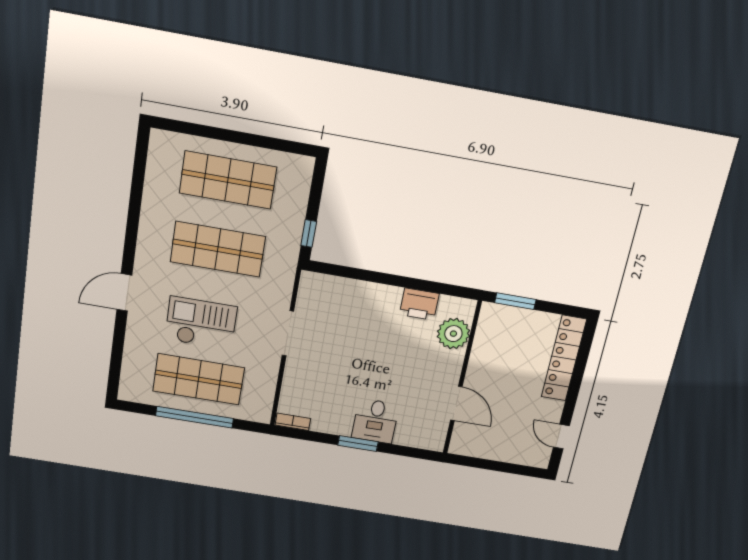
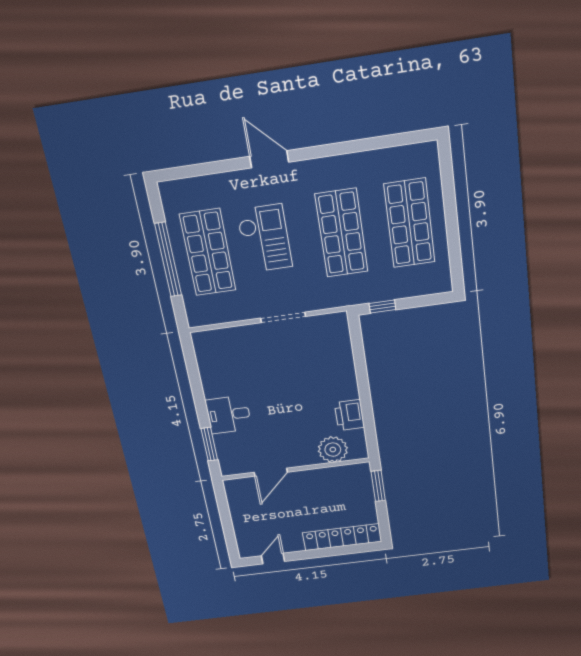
bookcase: (293, 422) -> (199, 347), removed
window: (358, 444) -> (209, 444), moved

